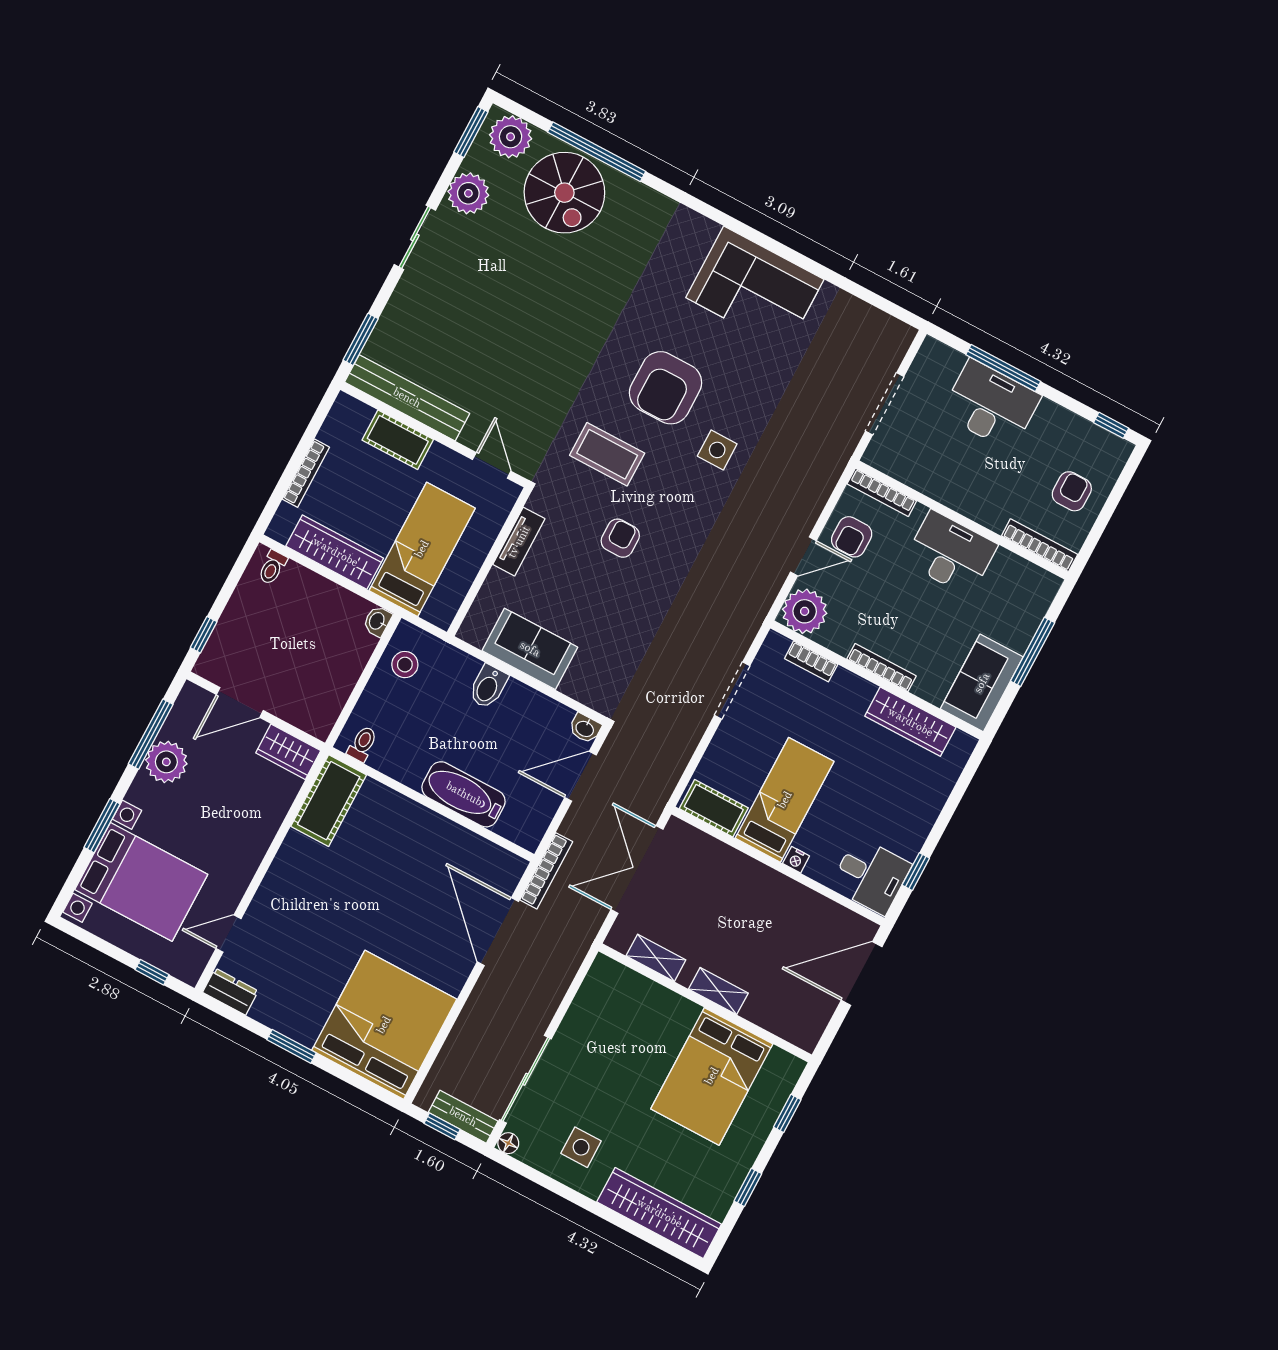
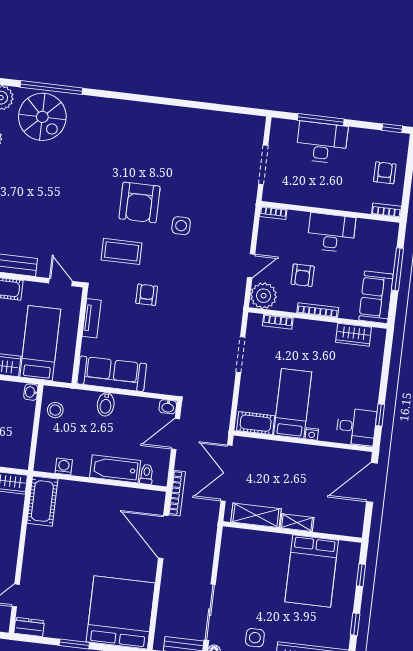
corner sofa: (755, 289) -> (167, 129), removed
bookcase: (882, 492) -> (273, 213), width x0.64
armchair: (852, 537) -> (303, 275), moved
bookcase: (1040, 545) -> (387, 210), width x0.64
sofa: (530, 649) -> (112, 374), width x1.36
wardrobe: (910, 722) -> (353, 335), width x0.67
toilet: (362, 744) -> (147, 474), moved
washing machine: (384, 759) -> (64, 466), added
shelving: (656, 958) -> (256, 515), width x1.50, depth x1.33

